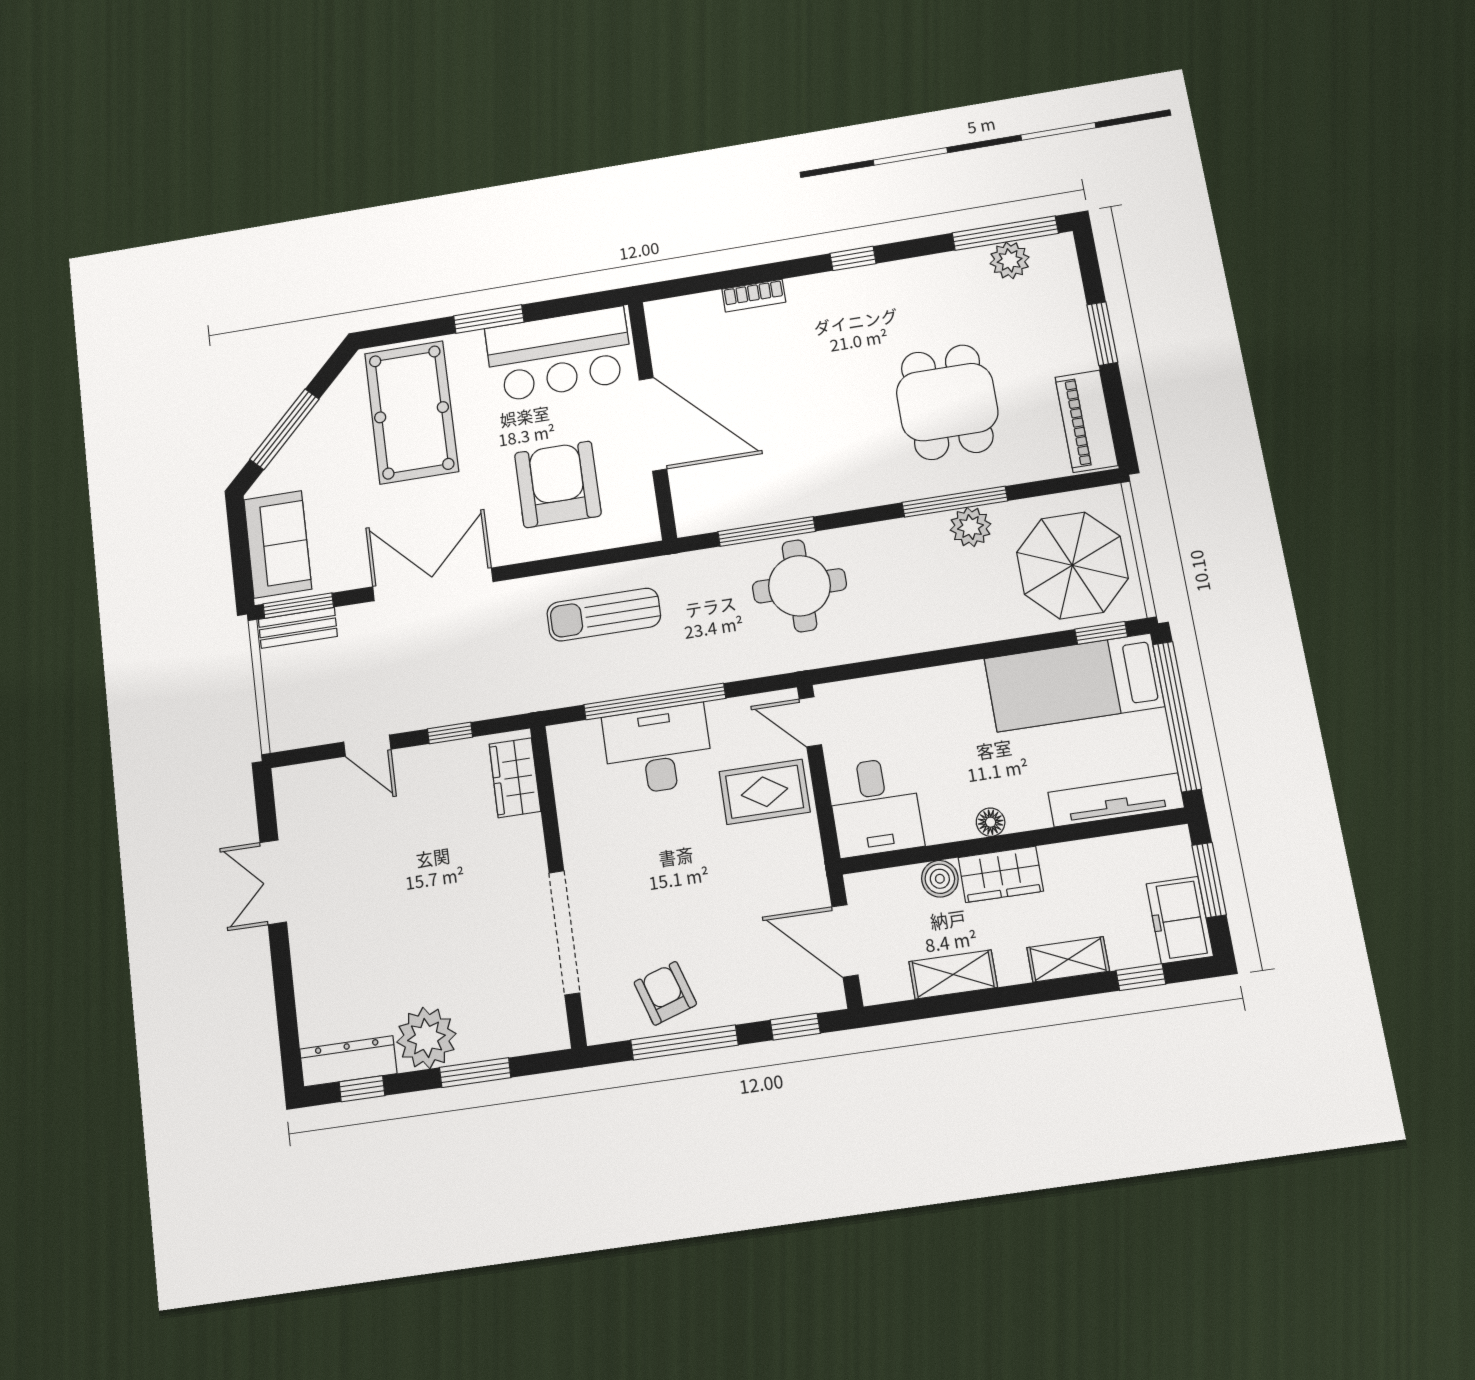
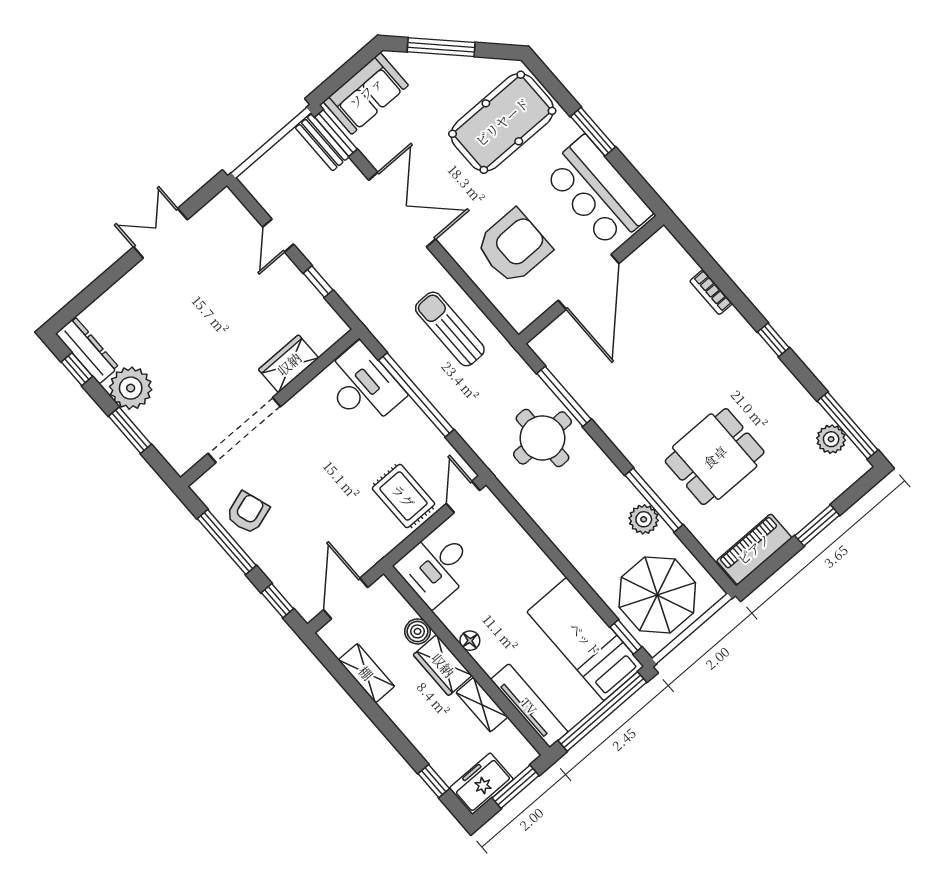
desk: (658, 750) -> (362, 386), moved
wardrobe: (515, 778) -> (289, 364), moved
shelving: (1068, 959) -> (482, 705), moved

